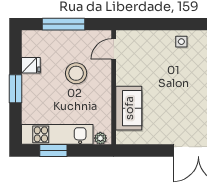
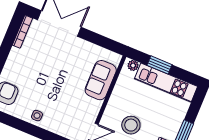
window: (53, 151) -> (159, 65), moved

